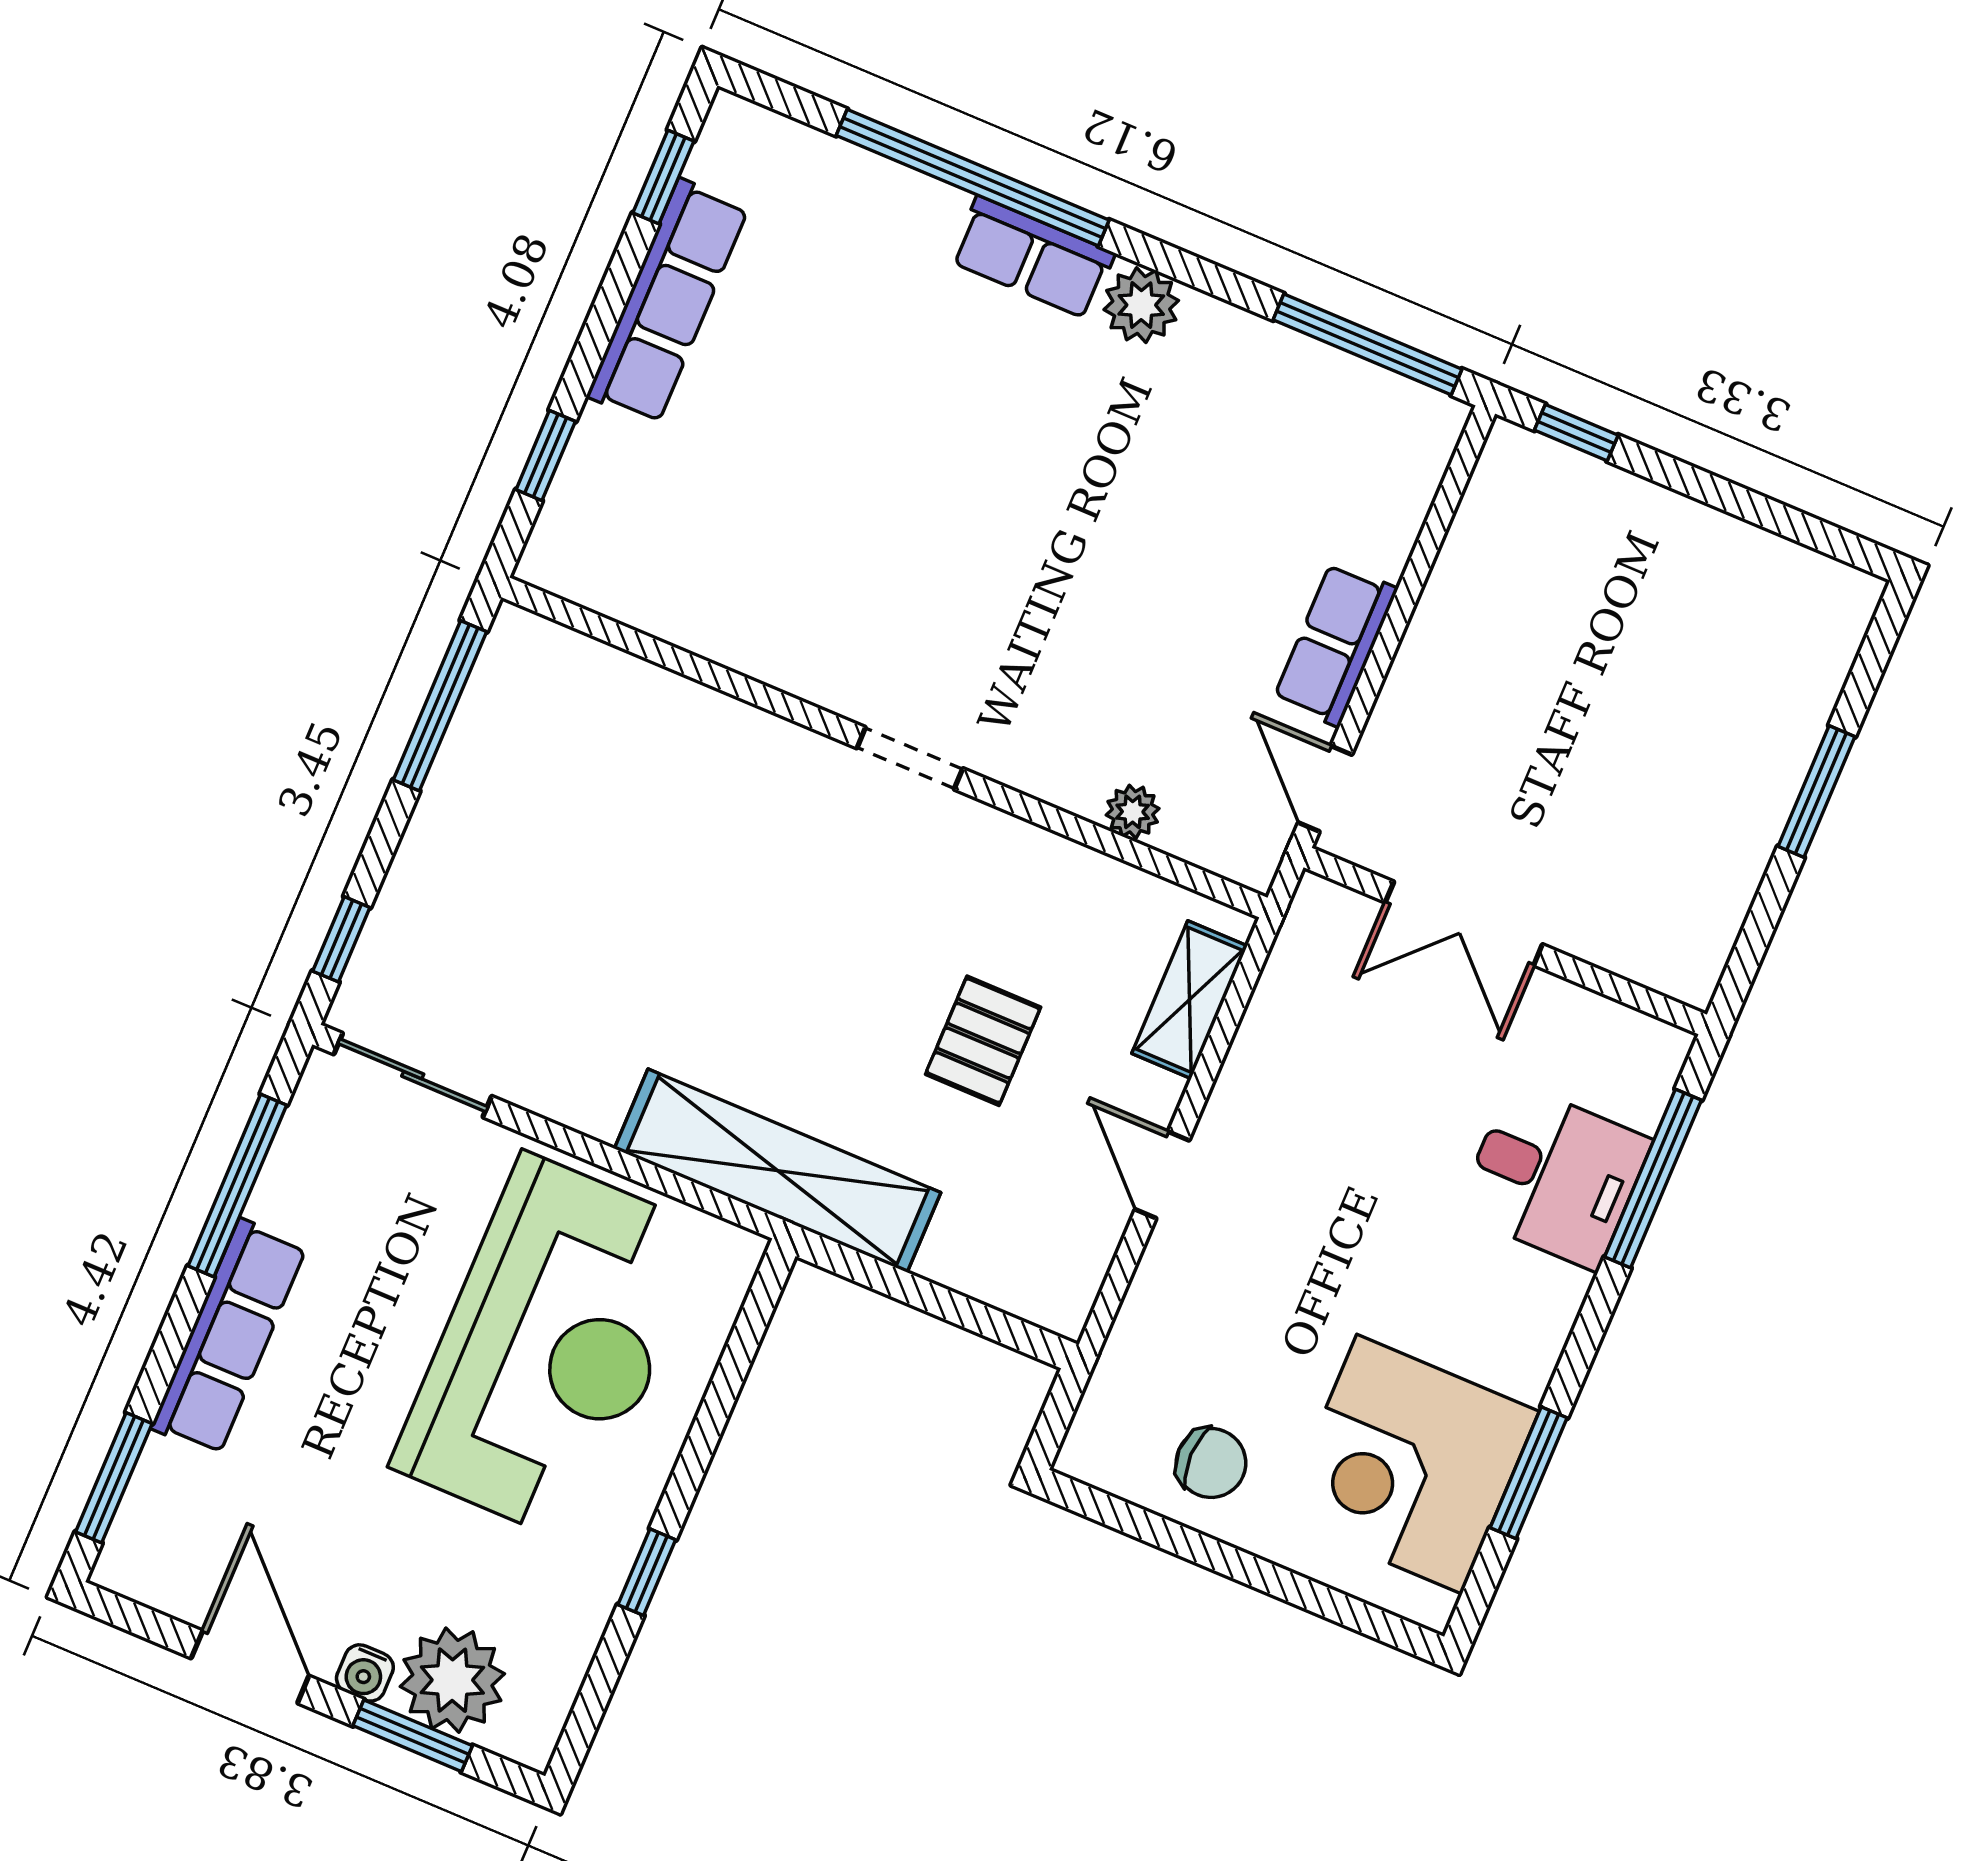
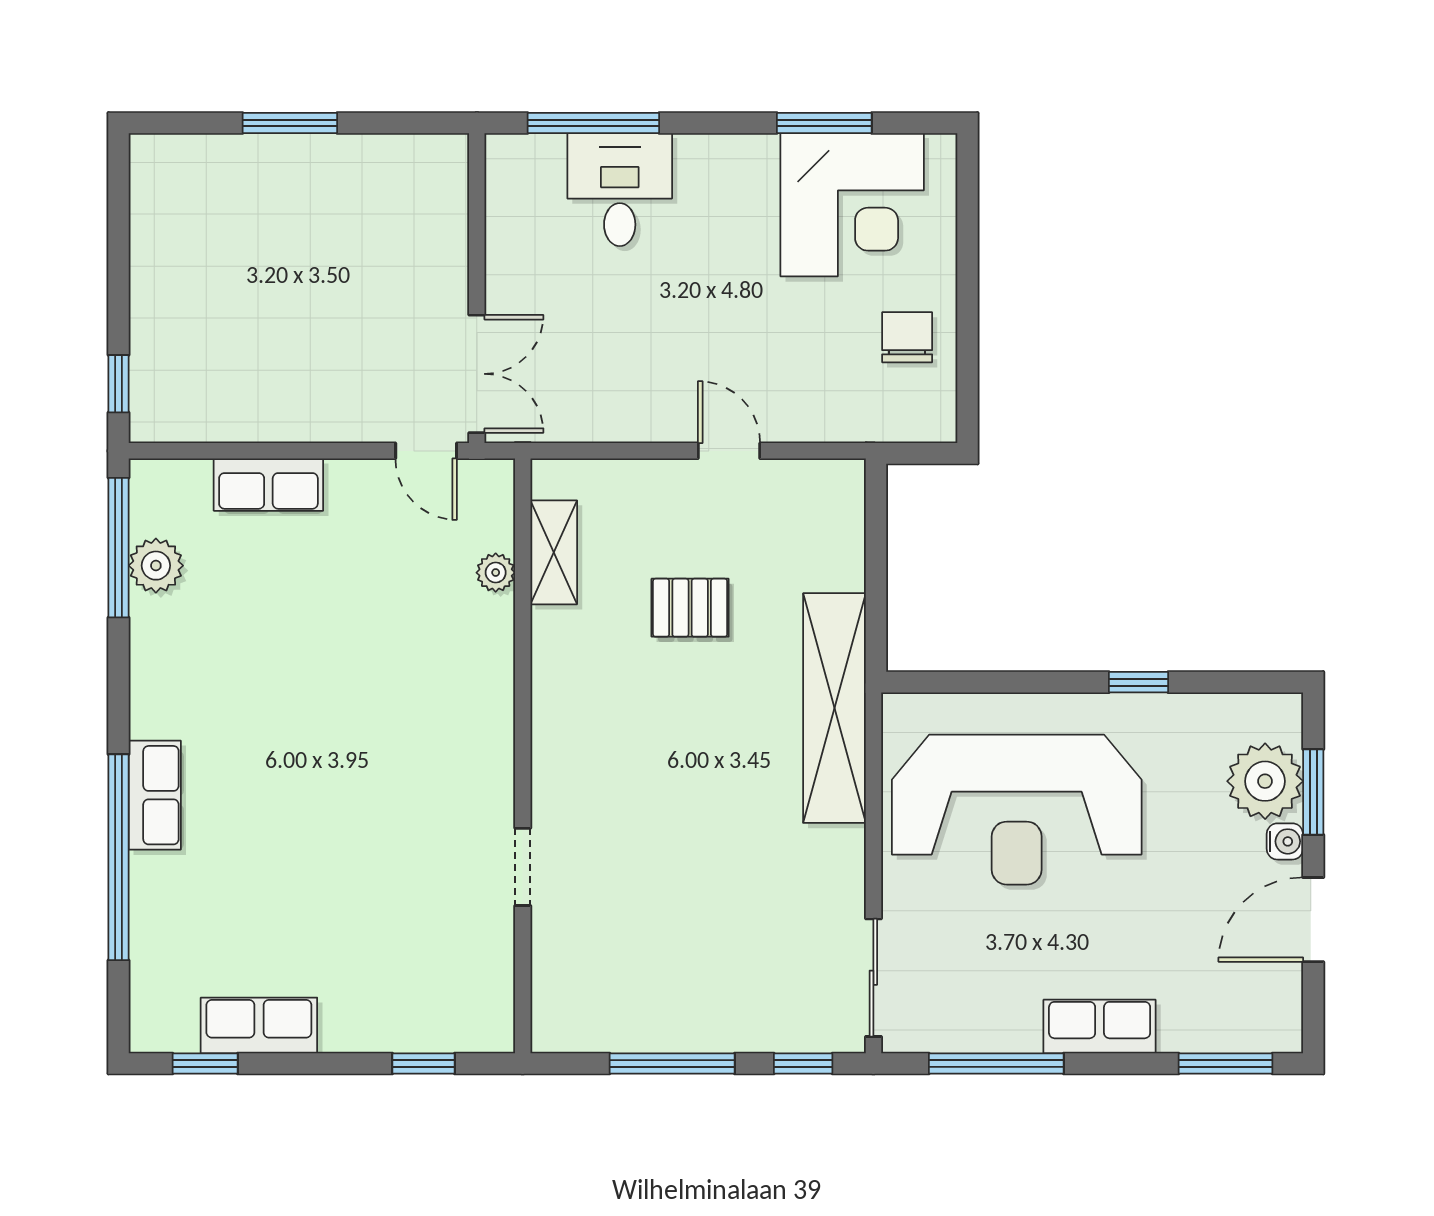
row of seats: (668, 302) -> (259, 1025), width x0.68
plant: (1141, 305) -> (156, 566), moved
row of seats: (1335, 644) -> (268, 485), moved
window: (440, 706) -> (672, 1063), moved
doorway: (910, 758) -> (523, 867), moved
door: (1325, 789) -> (426, 451), hinge flipped
double door: (1464, 923) -> (477, 374), moved
shelving: (1189, 1000) -> (554, 552), moved, turned 90
door: (1162, 1175) -> (729, 451), swing flipped
row of seats: (229, 1337) -> (1100, 1026), width x0.68
reception desk: (550, 1348) -> (1017, 810), turned 180

